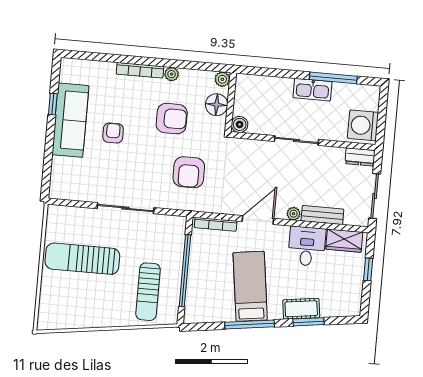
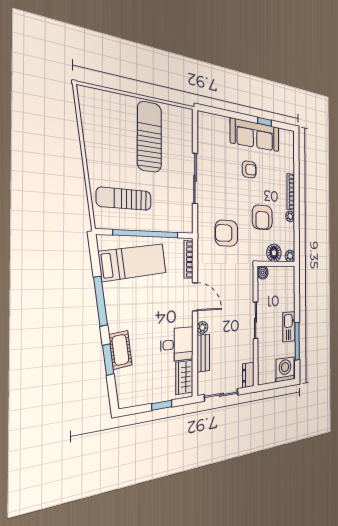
washing machine: (363, 125) -> (285, 369), moved
bed: (250, 286) -> (133, 262), moved

